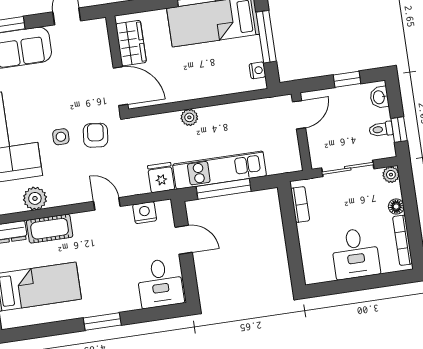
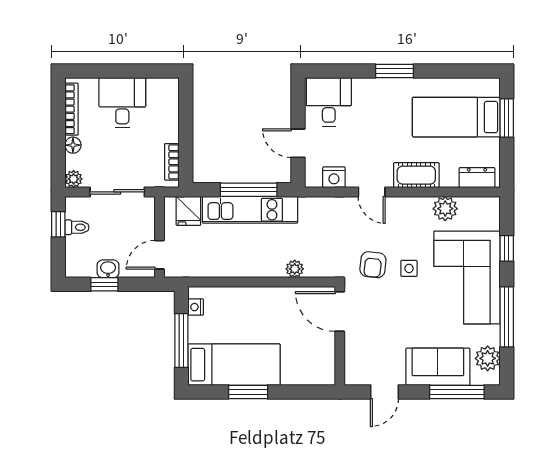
wardrobe: (131, 43) -> (322, 354), removed
washbasin: (379, 97) -> (108, 269), moved, turned -90
plant: (189, 117) -> (295, 269), moved
fridge: (161, 178) -> (188, 211), moved
cot: (50, 229) -> (416, 175), moved

